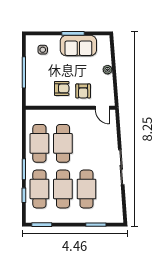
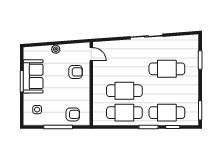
armchair: (62, 88) -> (73, 114), moved, turned 90
door: (102, 108) -> (91, 54), hinge flipped
cafe table: (63, 189) -> (167, 91), removed

